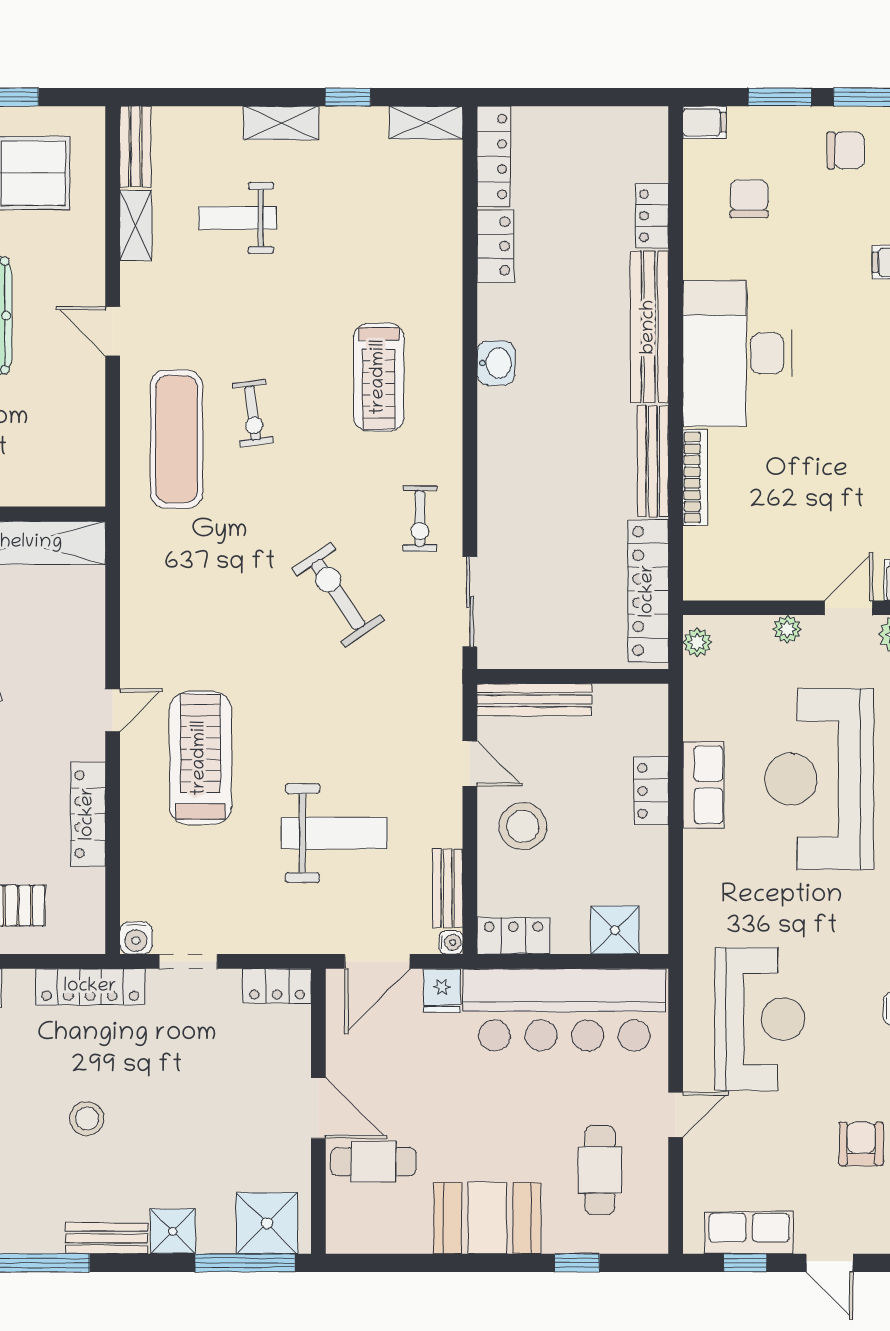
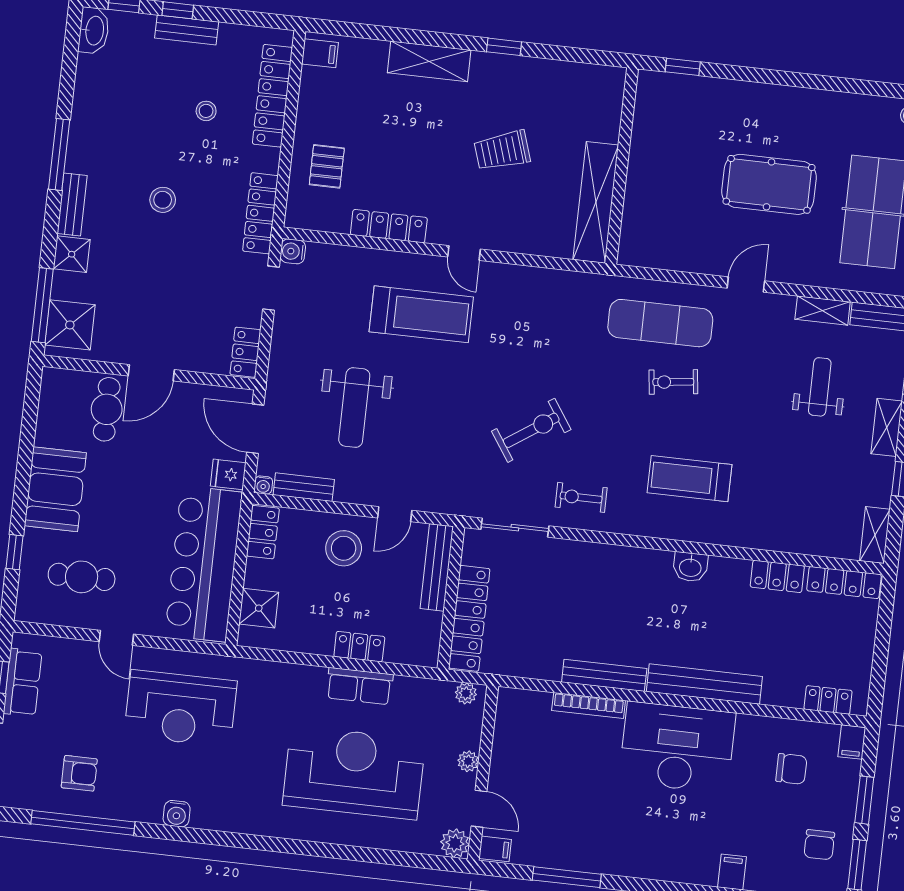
locker: (652, 216) -> (828, 700), moved
locker: (648, 591) -> (469, 618), moved, turned 90

